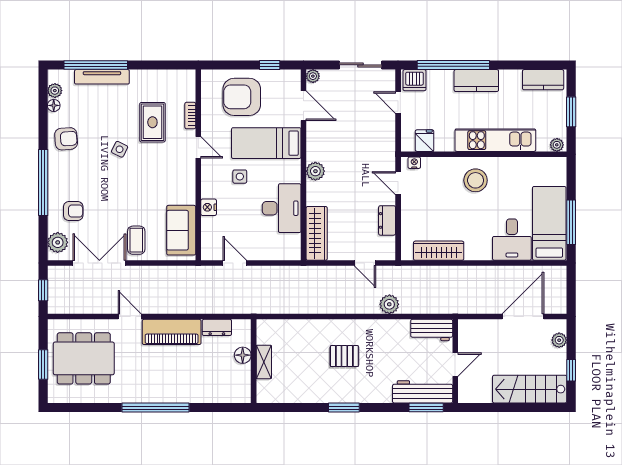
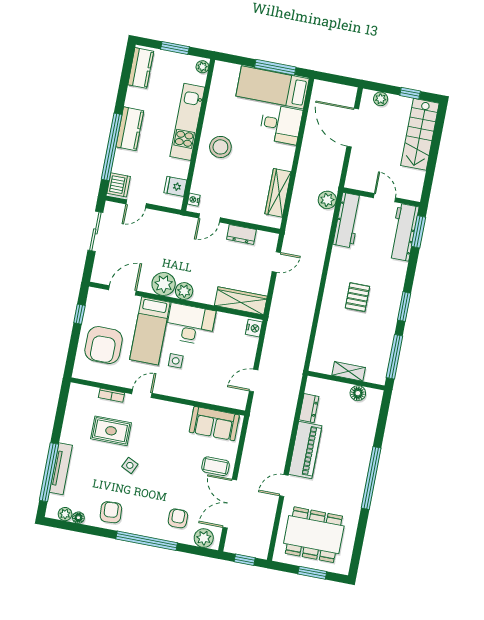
plant: (313, 76) -> (164, 284), moved, width x1.87, depth x1.87
nightstand: (209, 207) -> (254, 328), moved, turned -90
desk: (282, 208) -> (190, 324), moved
plant: (389, 304) -> (327, 200), moved
workbench: (432, 330) -> (348, 220), width x1.38
floor lamp: (243, 355) -> (358, 393), moved
dining table: (84, 358) -> (314, 535), turned 90
window: (289, 408) -> (394, 357), added

